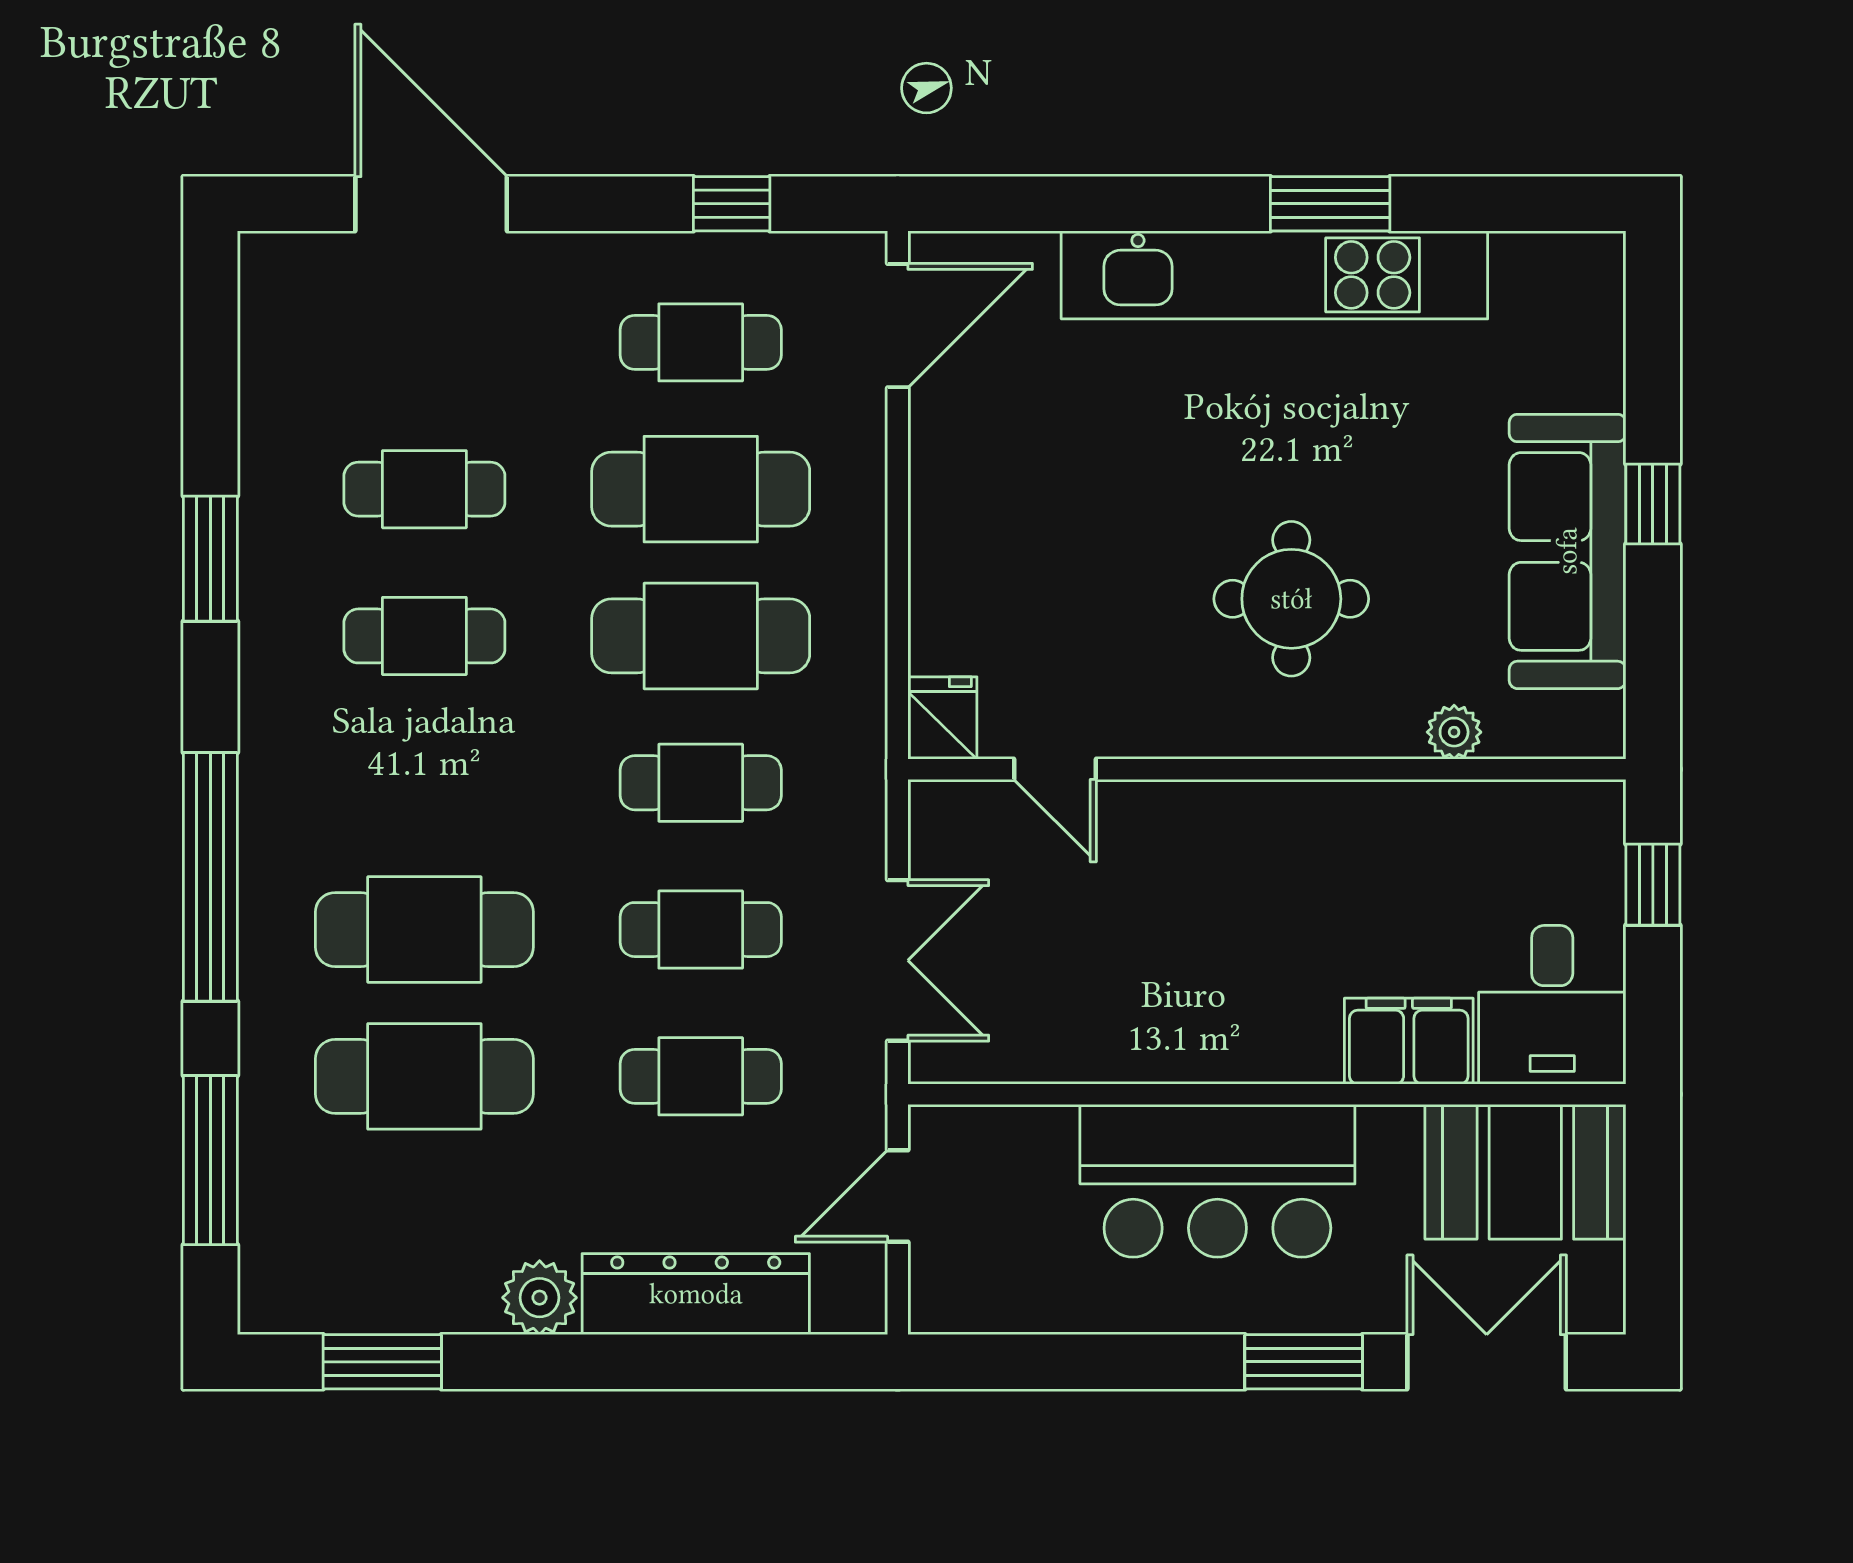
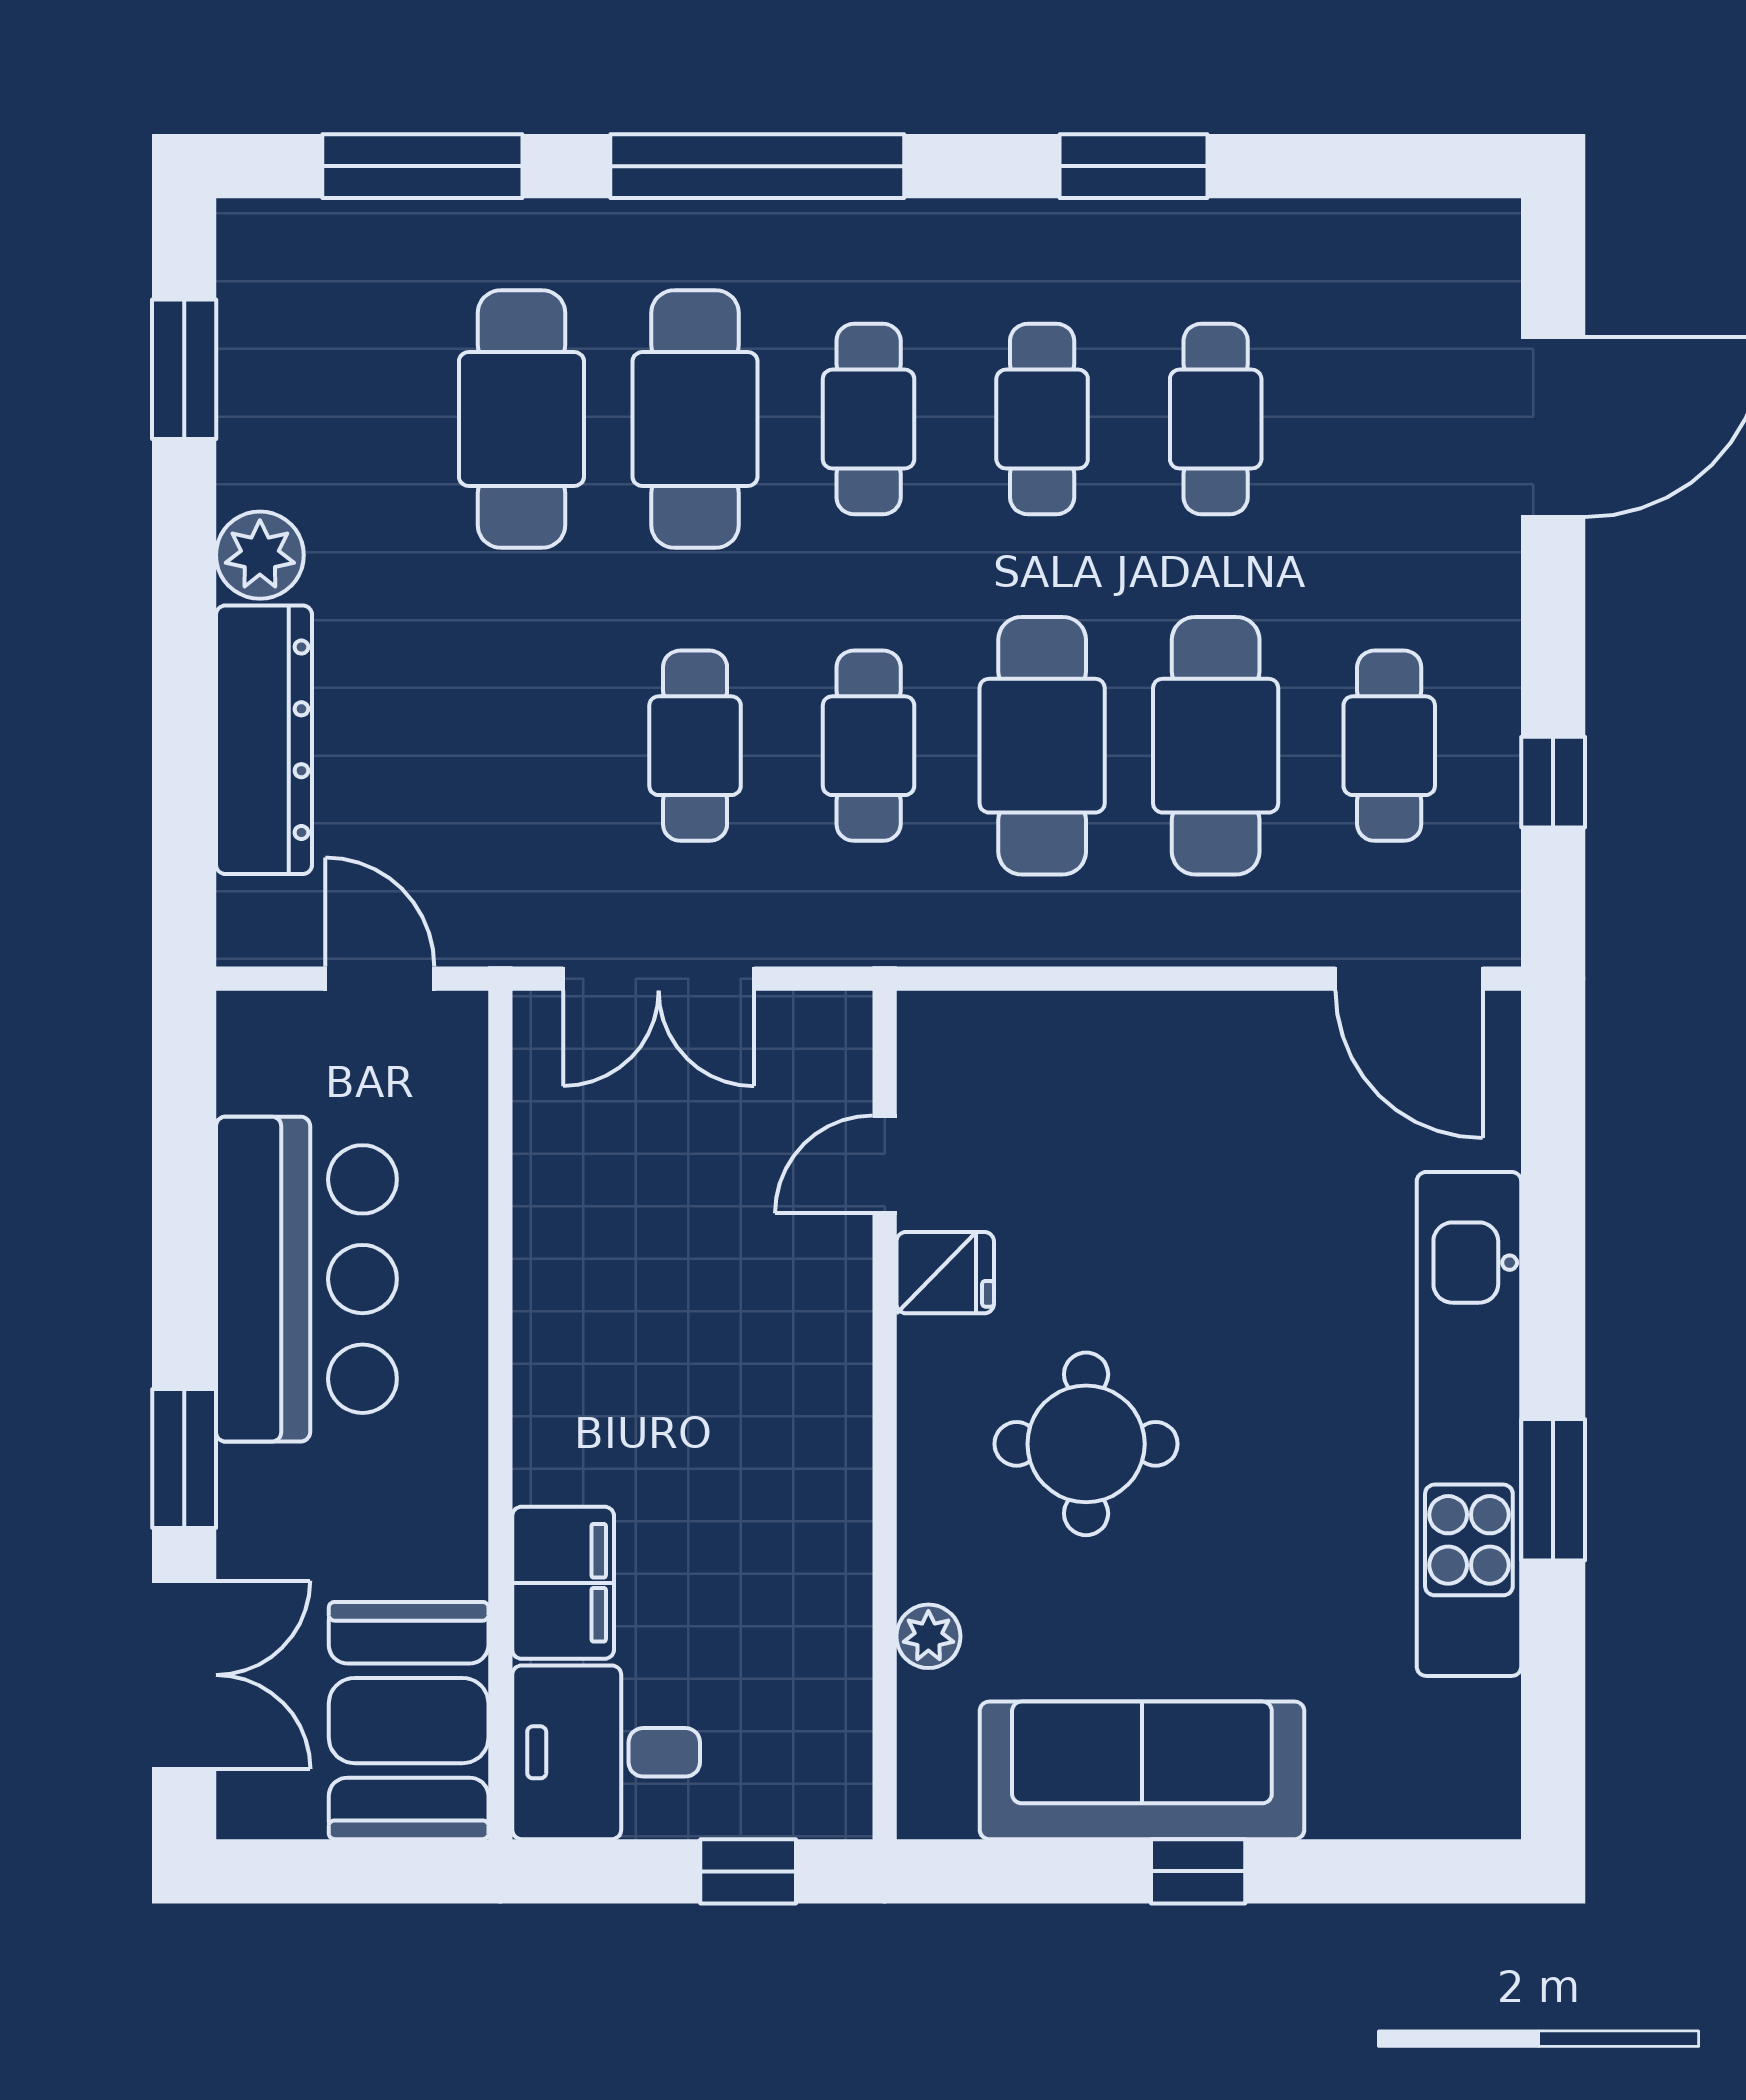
fridge: (942, 718) -> (945, 1273), moved
cafe table: (701, 1076) -> (869, 419), moved
bar counter: (1217, 1181) -> (306, 1279), moved, turned 180

